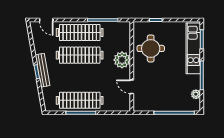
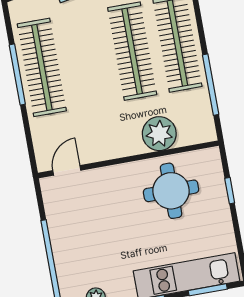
plant: (122, 60) -> (159, 134), moved
door: (132, 87) -> (67, 170), moved

